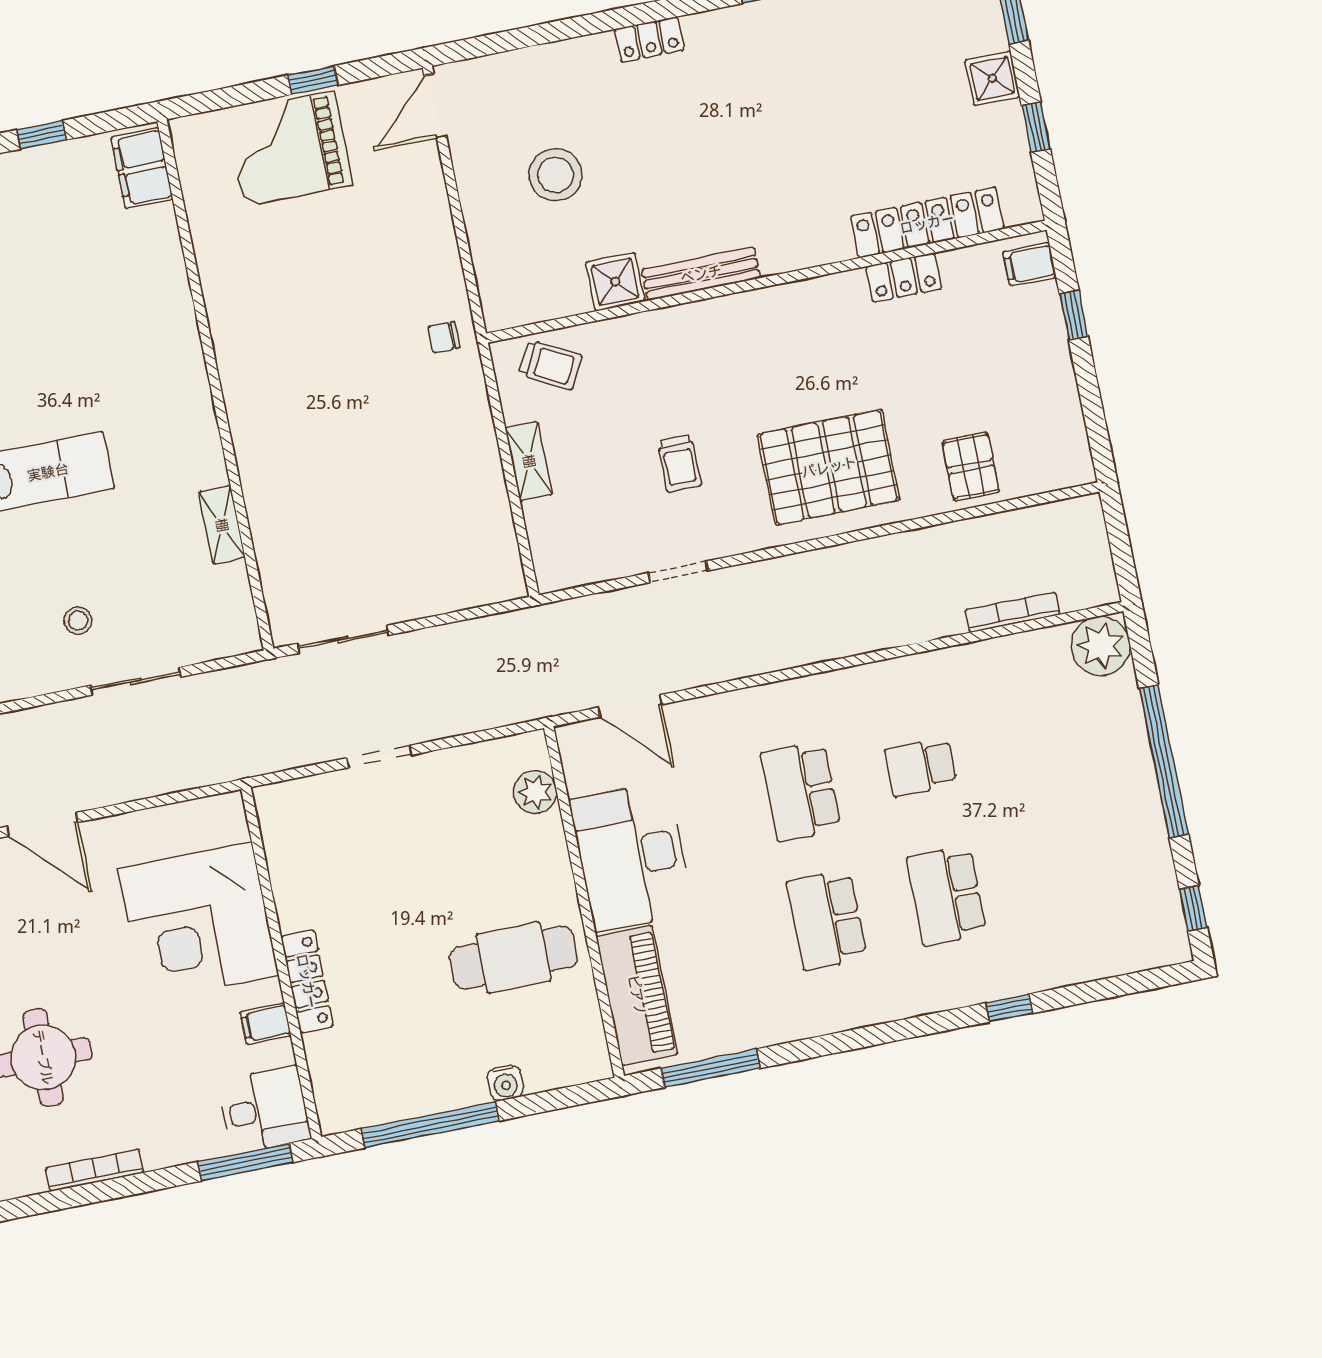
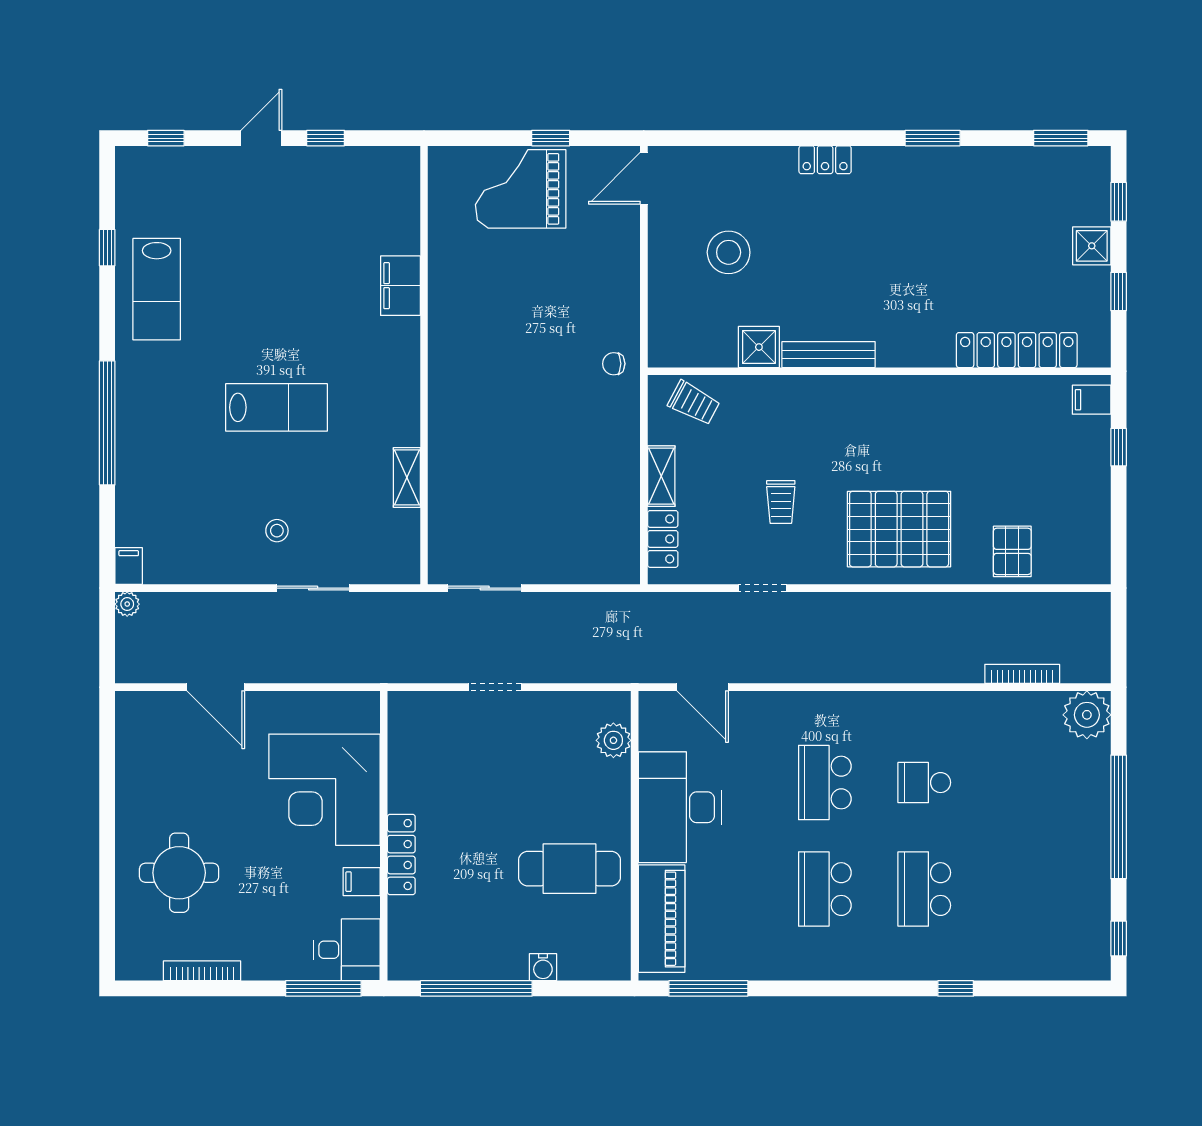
filing cabinet: (142, 168) -> (400, 286), moved
locker: (904, 278) -> (663, 539), moved, turned -90

